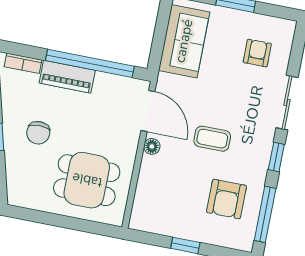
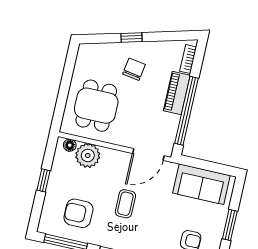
chair: (38, 133) -> (134, 69), turned 99
floor lamp: (152, 146) -> (70, 145), moved
plant: (151, 189) -> (88, 155), added

